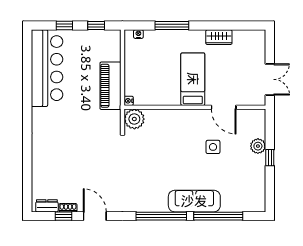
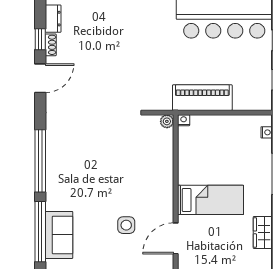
plant: (134, 119) -> (167, 121), width x0.53, depth x0.53
sofa: (194, 201) -> (59, 235), moved, width x0.73

